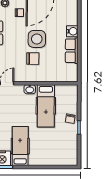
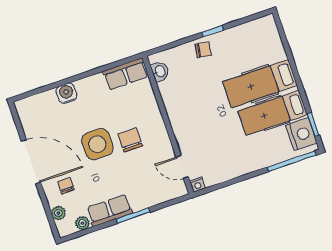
row of seats: (72, 51) -> (126, 74), moved
washbasin: (30, 89) -> (160, 71), moved
hospital bed: (46, 106) -> (260, 84), moved, turned 180

